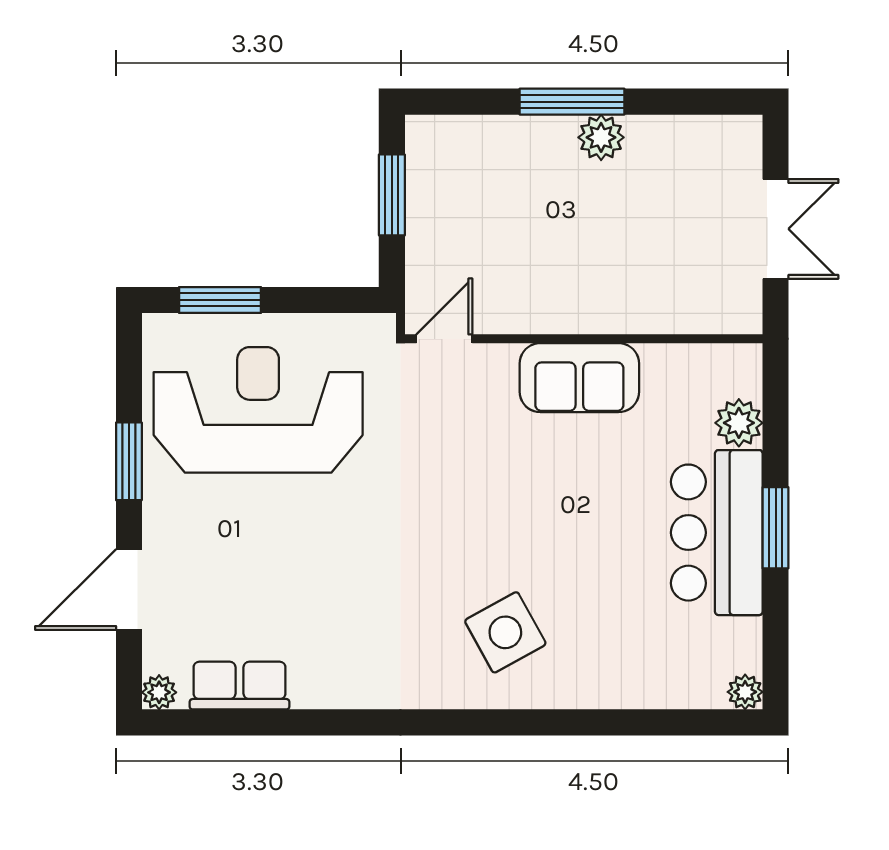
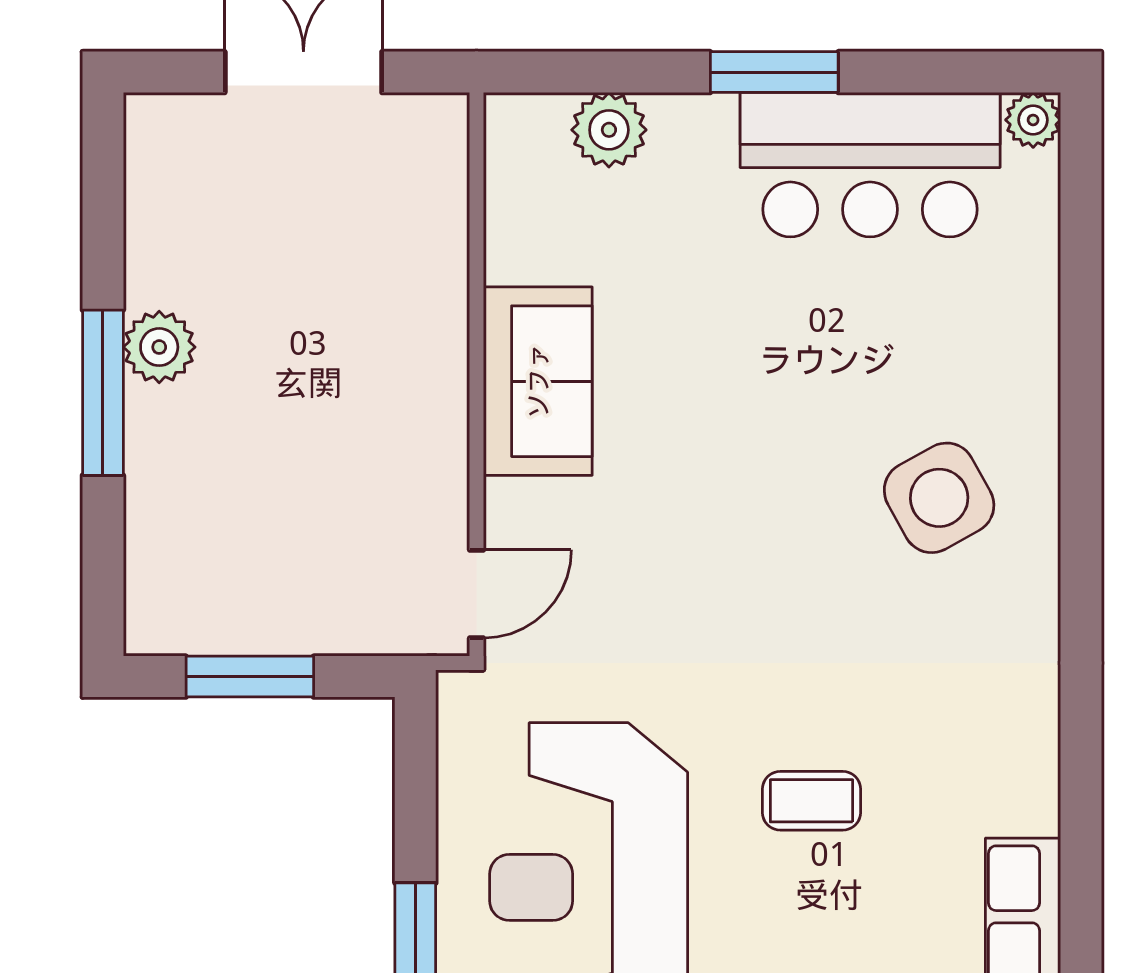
door: (444, 339) -> (476, 594), swing flipped
bar counter: (717, 533) -> (870, 165), moved
coffee table: (313, 551) -> (812, 801), added

